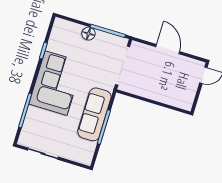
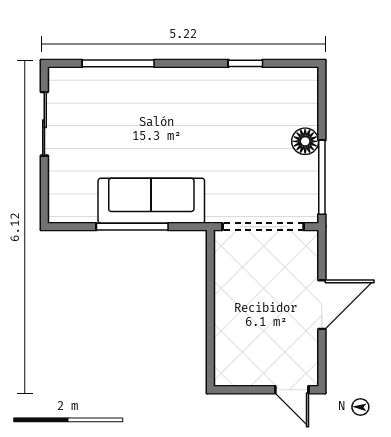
corner sofa: (56, 83) -> (190, 107), removed

